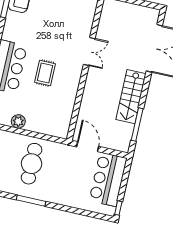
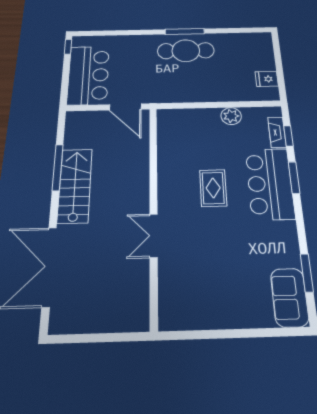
window: (137, 124) -> (58, 167), moved
cafe table: (32, 164) -> (186, 51), moved, turned 90

